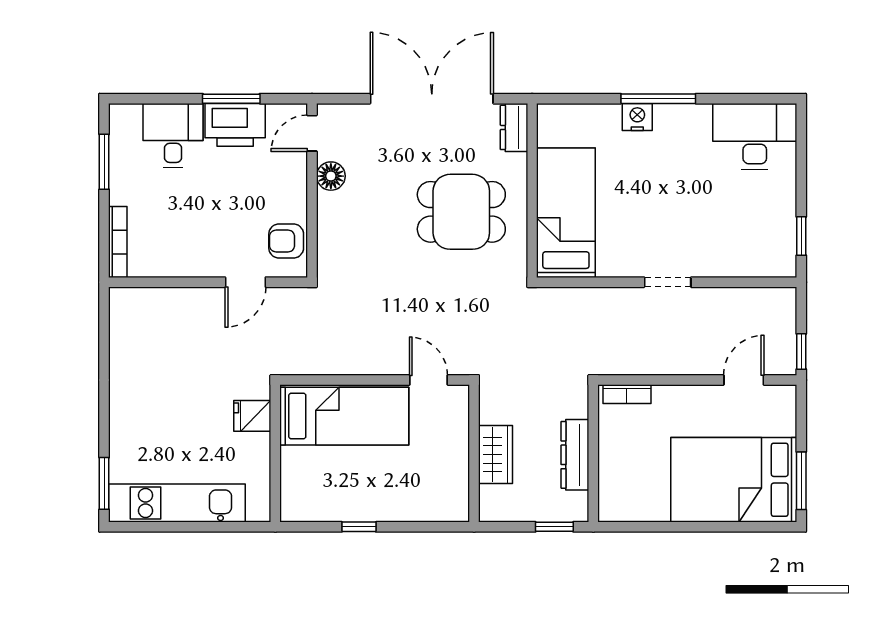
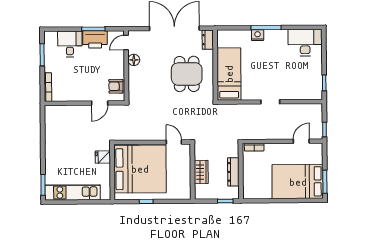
dining table: (461, 212) -> (187, 74), turned 90
bed: (344, 416) -> (140, 169), width x2.04

